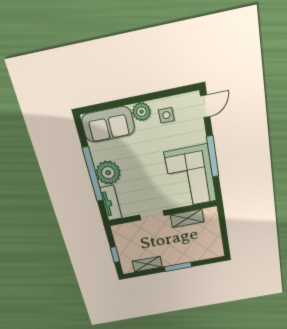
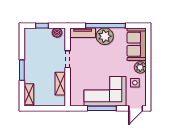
door: (205, 106) -> (136, 108), hinge flipped
corner sofa: (191, 177) -> (105, 91), moved
boiler: (119, 235) -> (57, 33), added
shelving: (147, 264) -> (29, 94), moved

